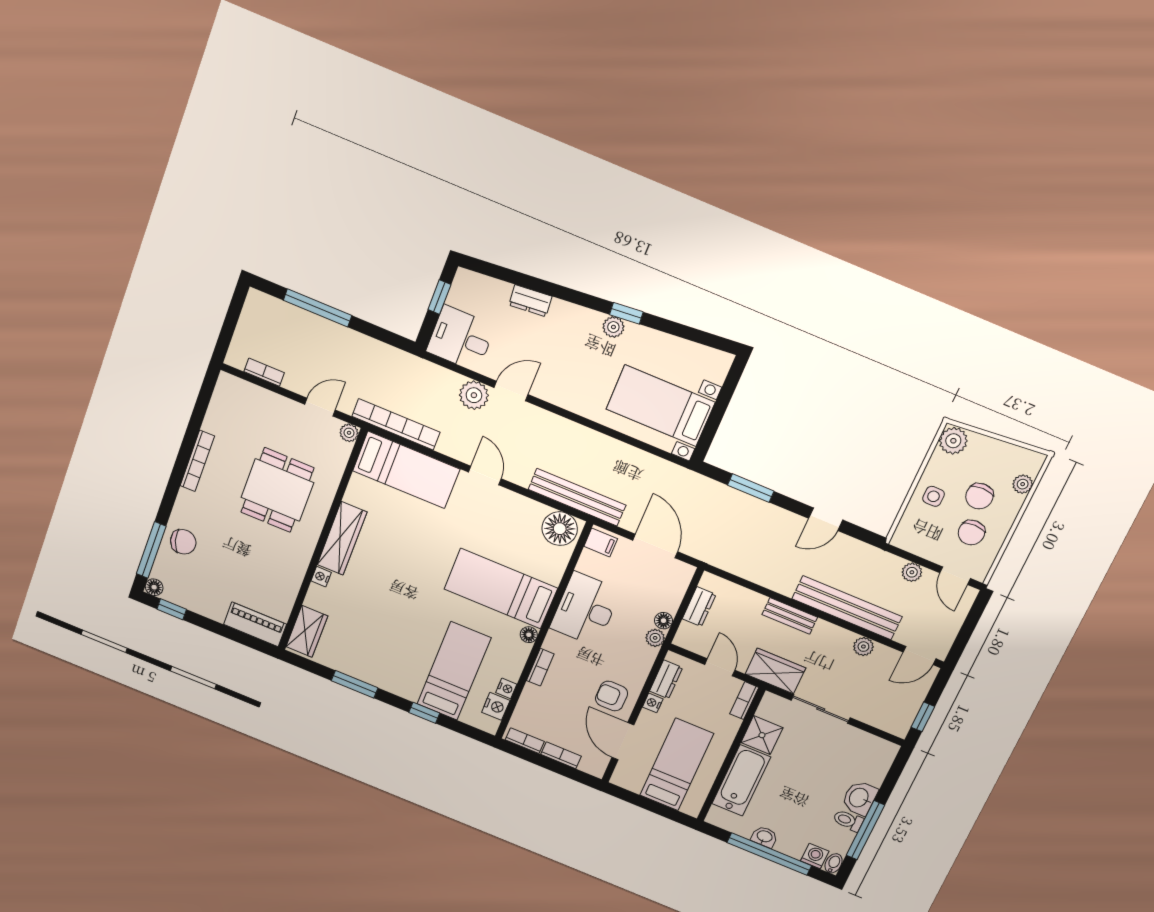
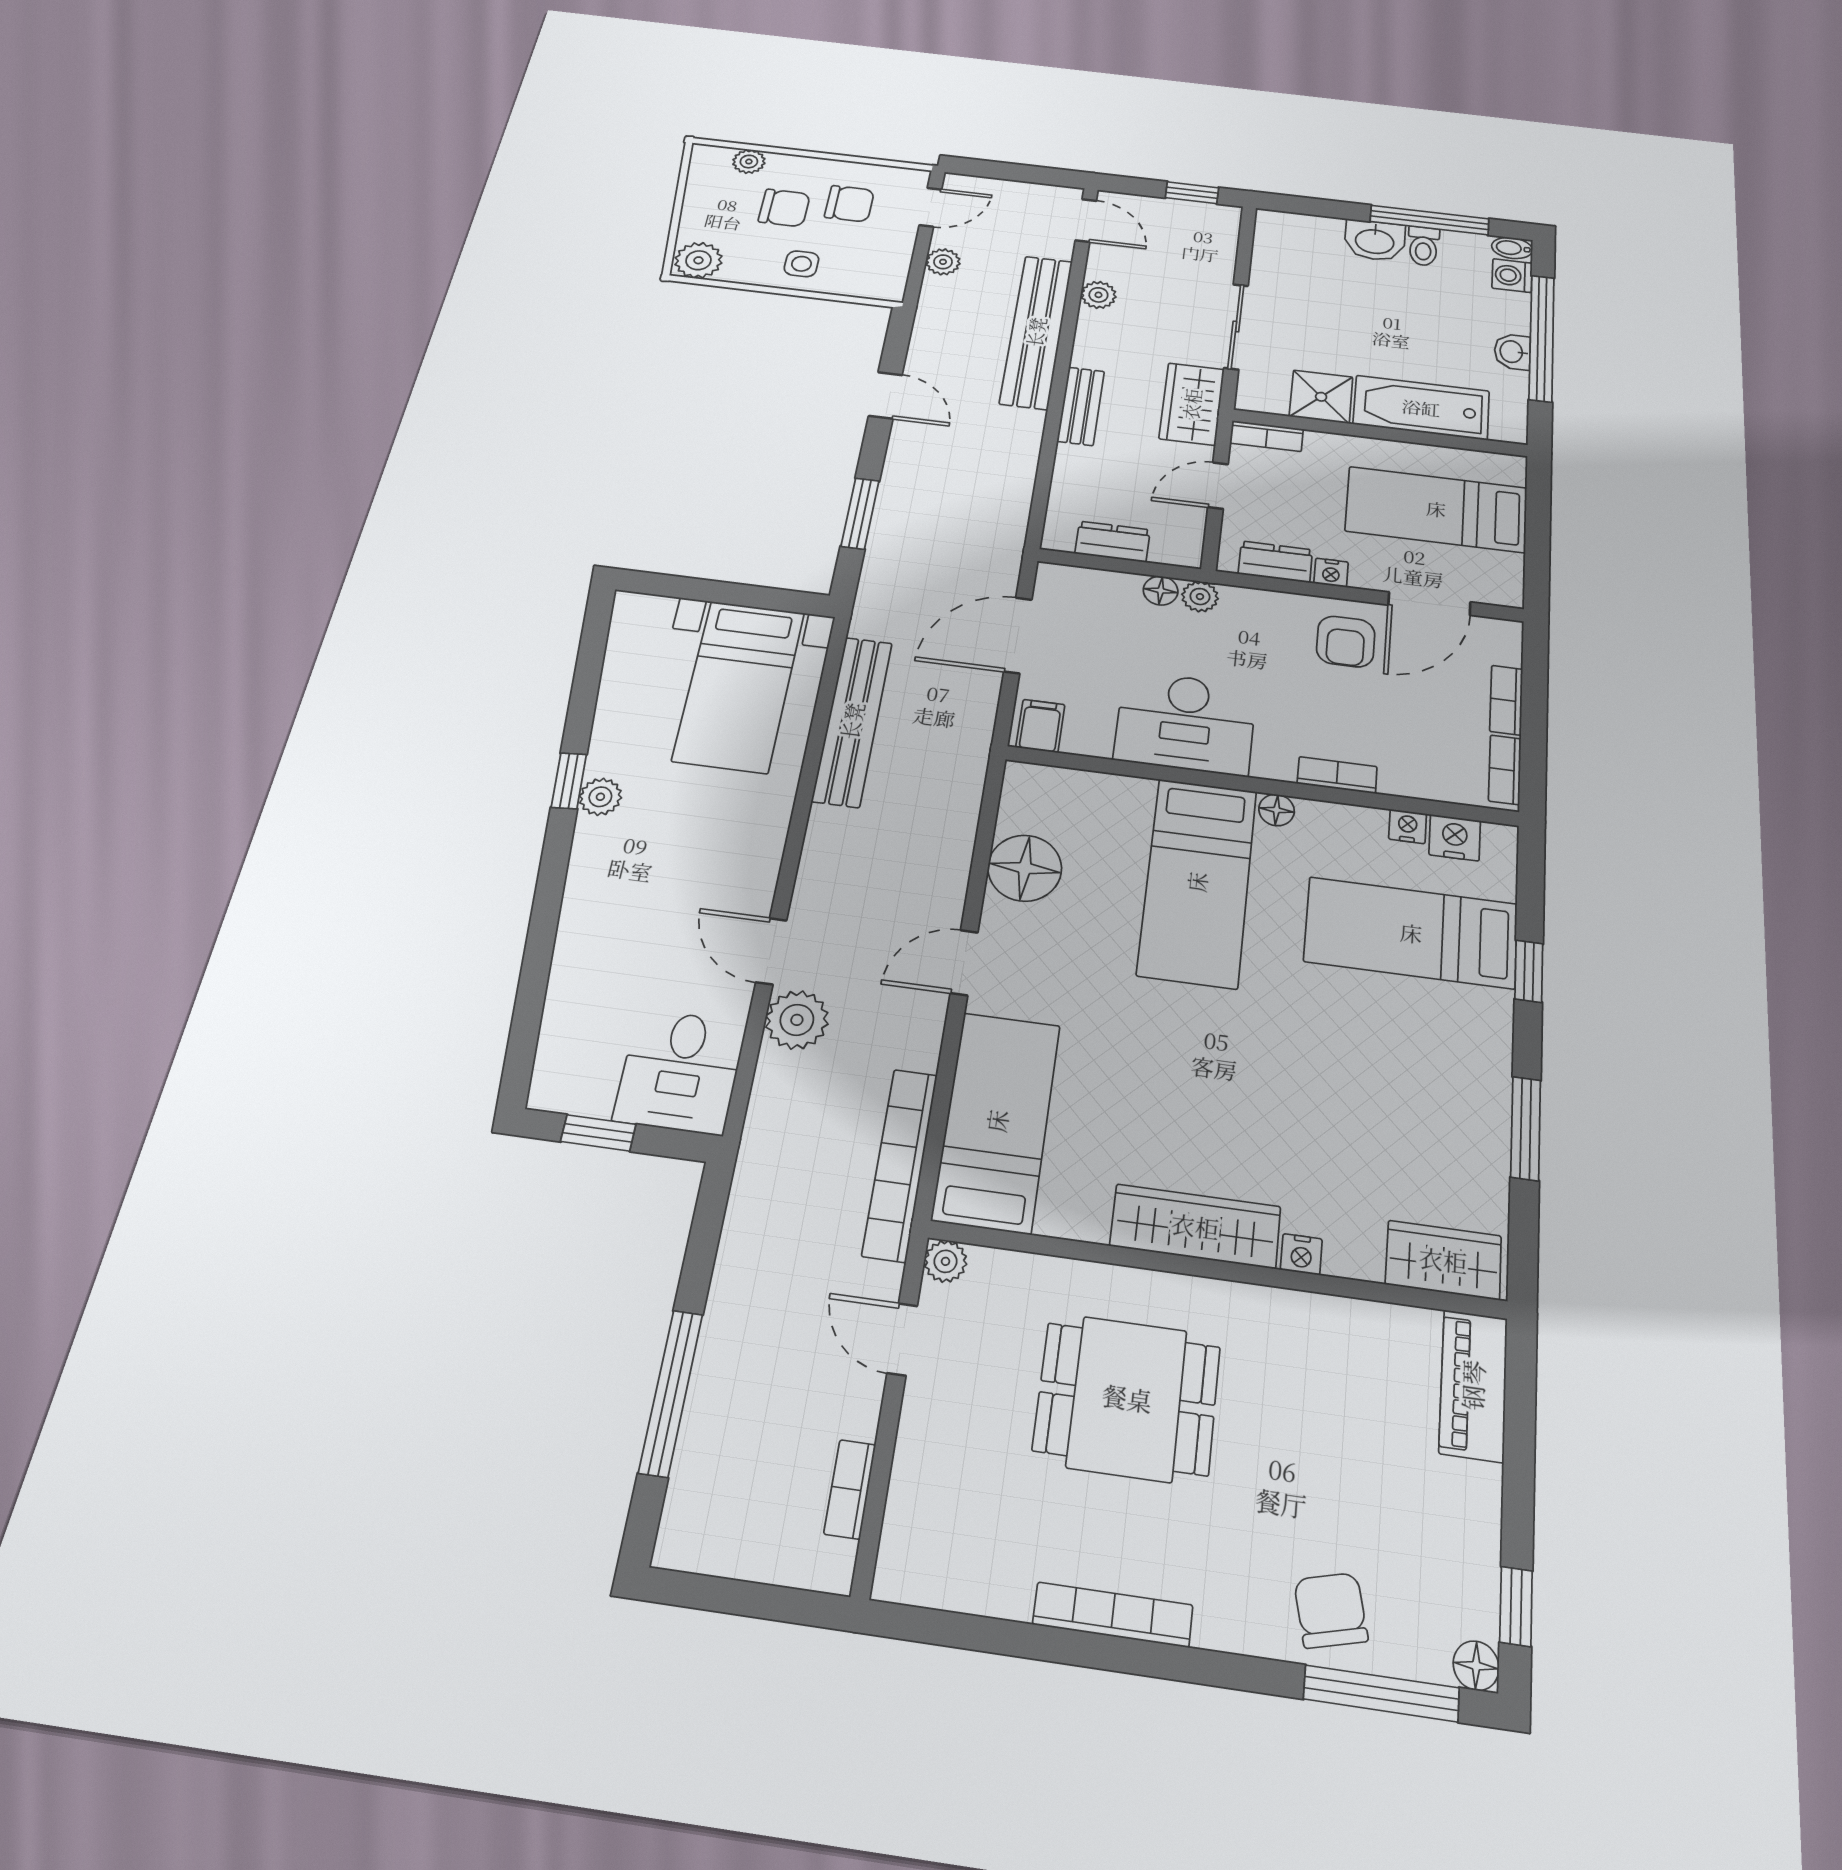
dresser: (530, 301) -> (574, 955), removed
bench: (577, 497) -> (852, 721), moved
floor lamp: (560, 529) -> (1025, 868), moved

